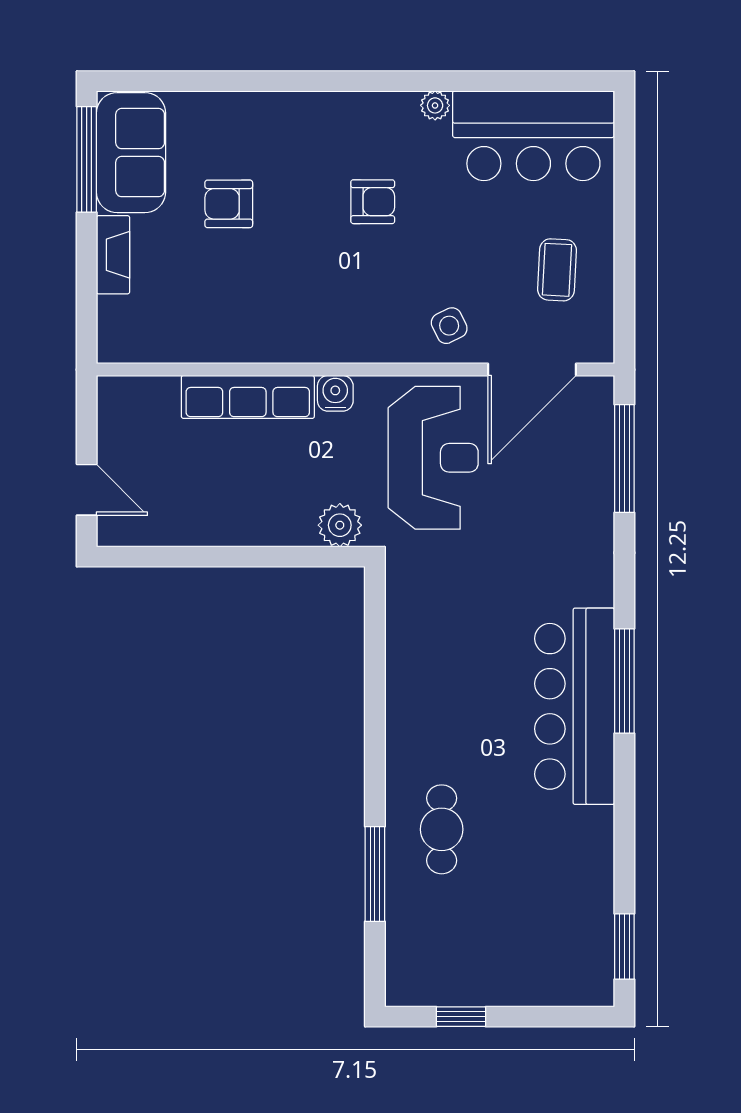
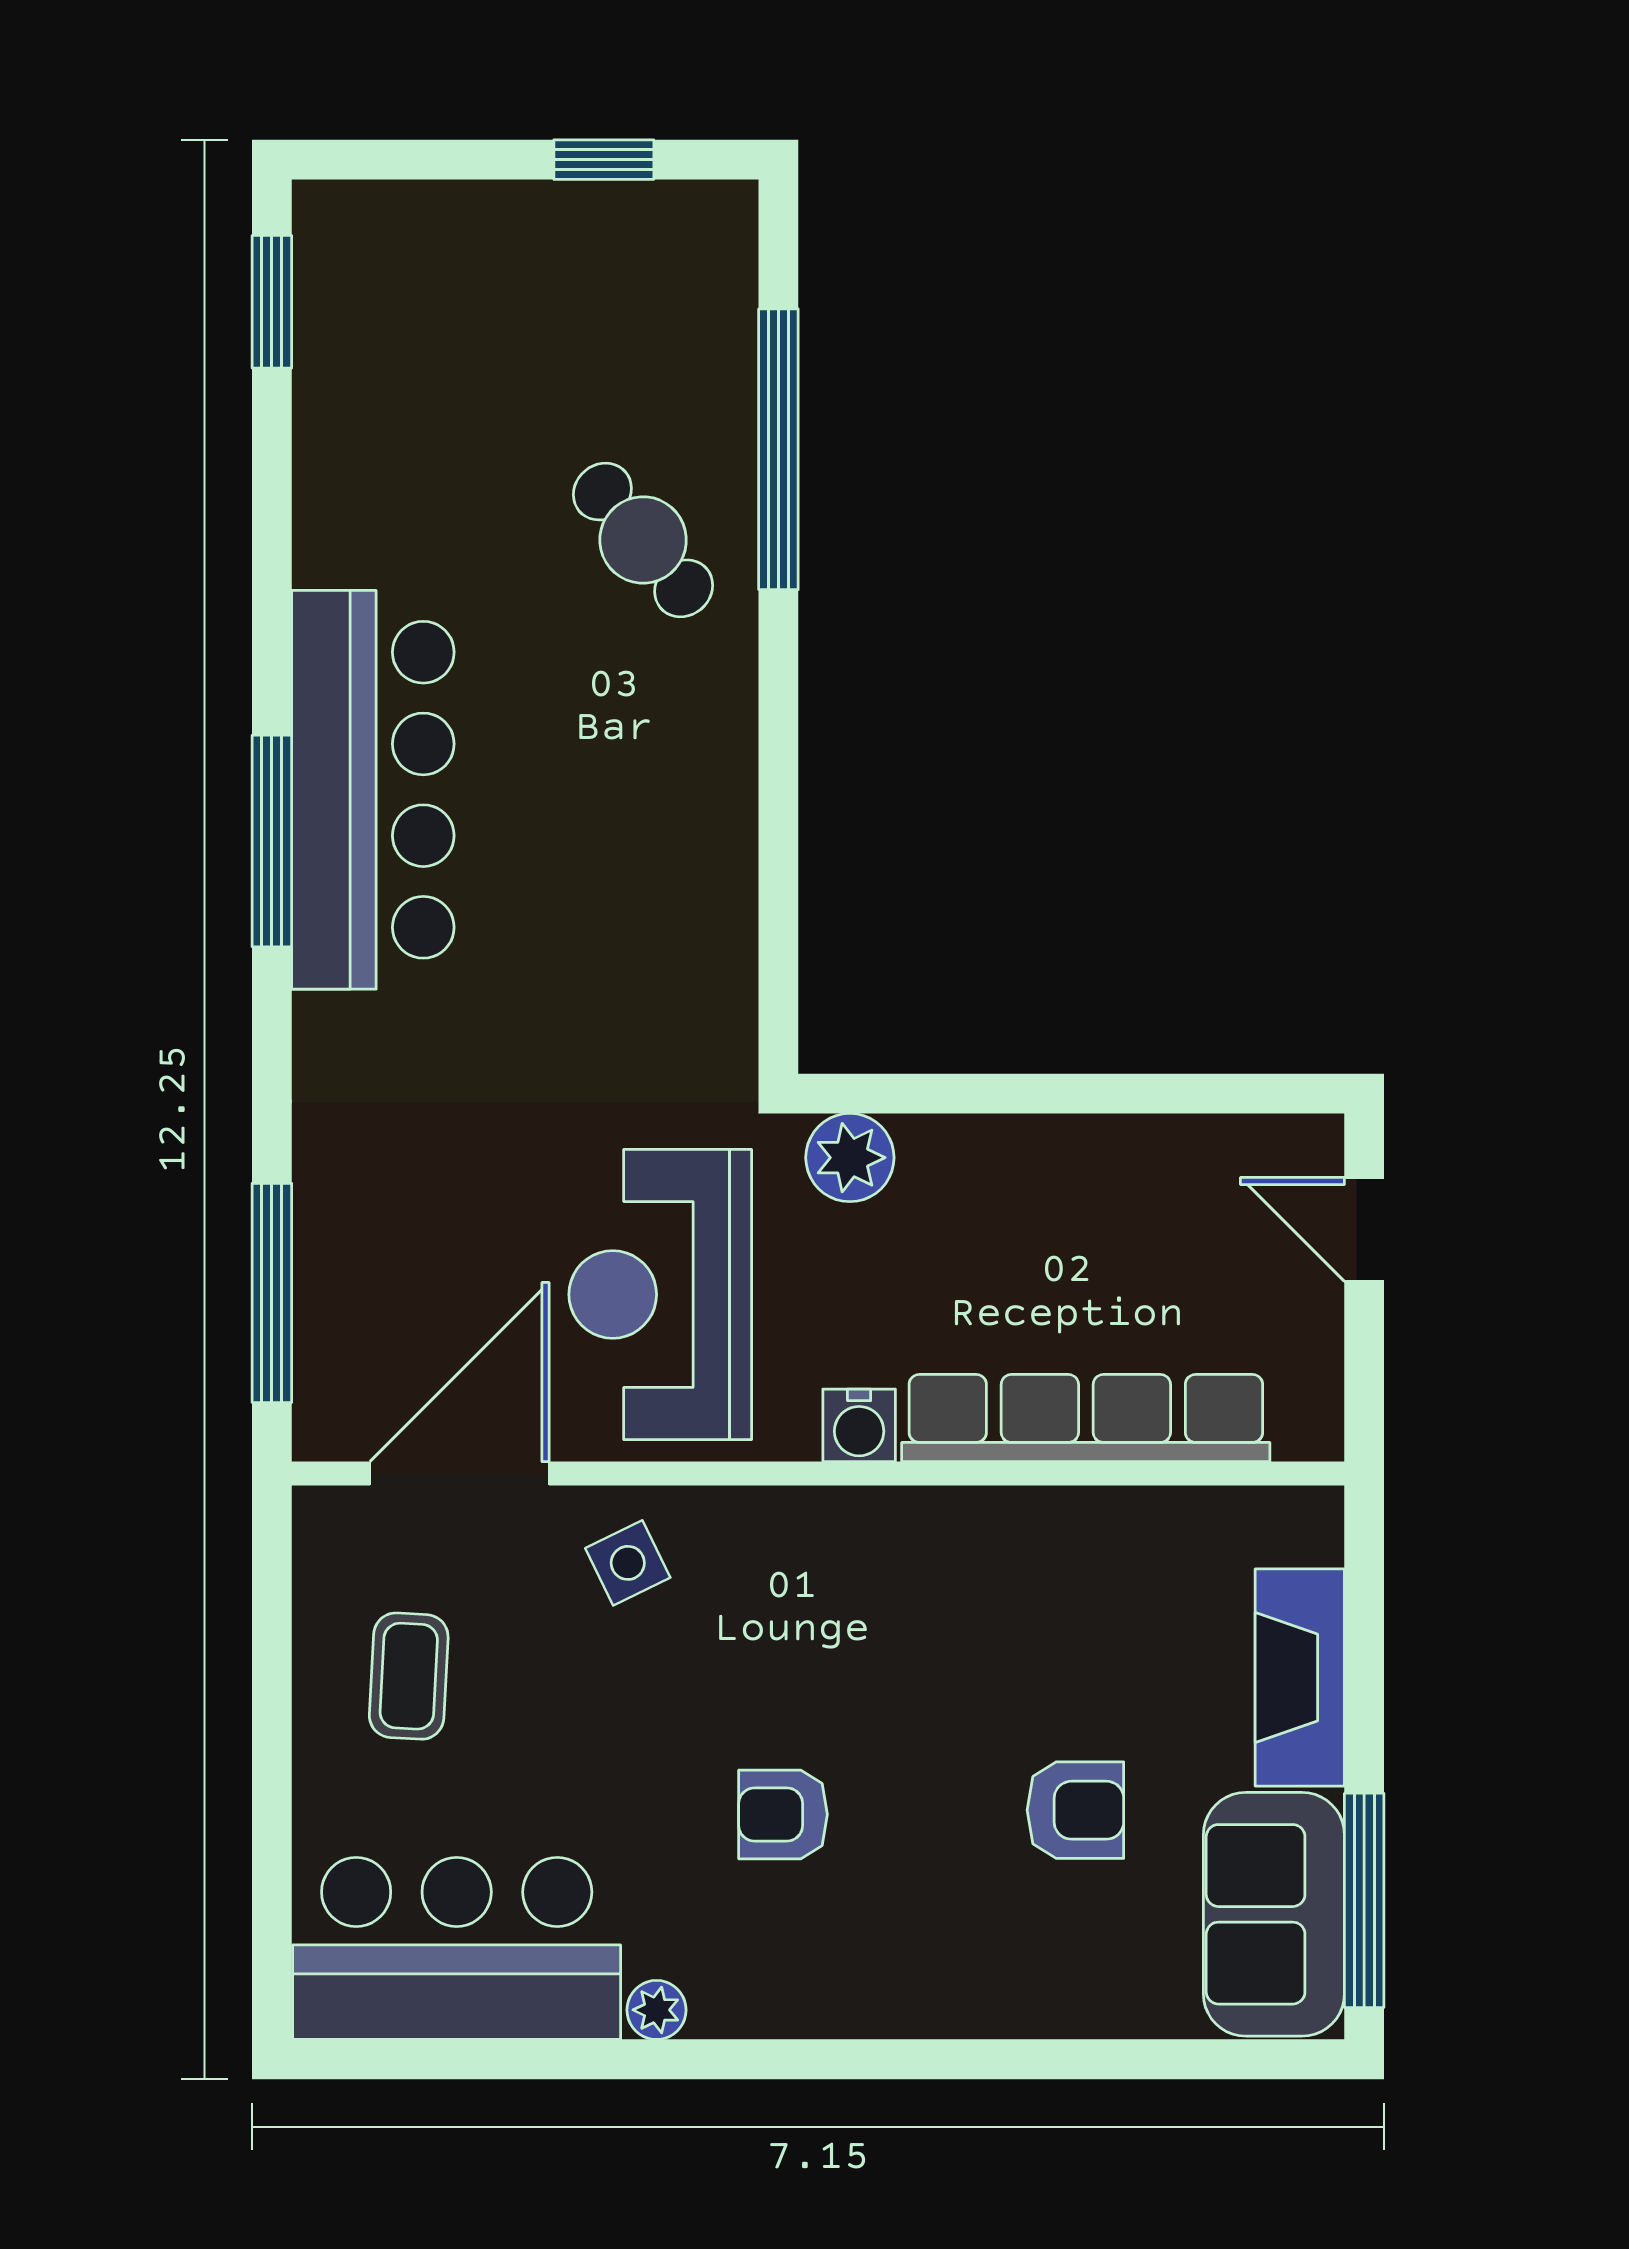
fireplace: (113, 255) -> (1300, 1677), width x1.37, depth x1.32
row of seats: (248, 397) -> (1086, 1418), width x1.36
cafe table: (442, 829) -> (643, 540), turned -40
window: (375, 874) -> (778, 449), width x1.46

